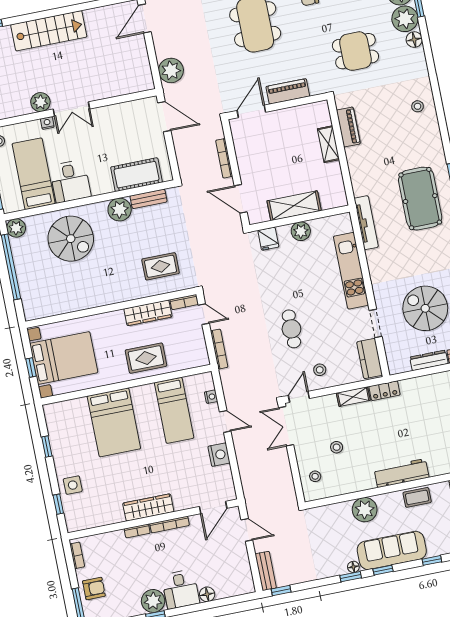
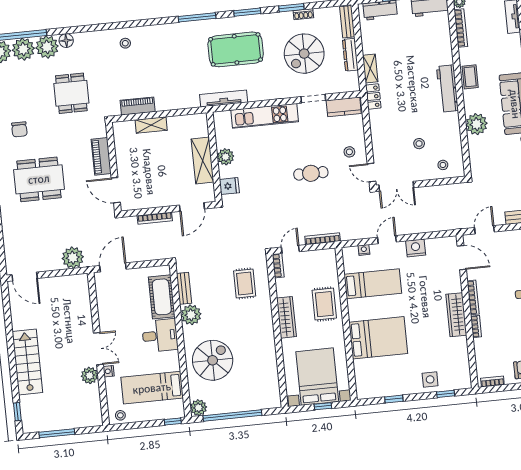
desk: (70, 181) -> (160, 335), moved
pool table: (420, 199) -> (236, 49), moved
wardrobe: (148, 313) -> (286, 317), moved
shelving: (353, 397) -> (370, 69), moved

